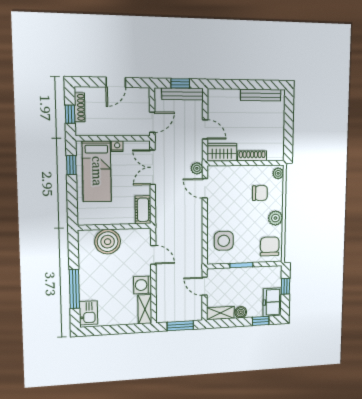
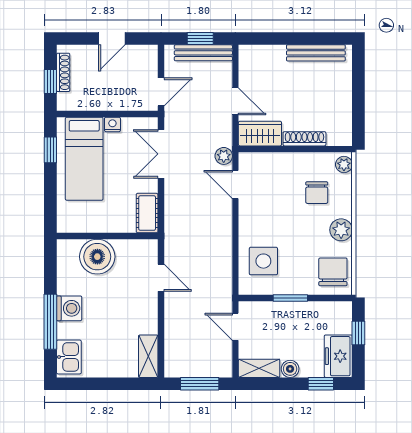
chair: (260, 193) -> (317, 193), turned 90
washing machine: (143, 285) -> (69, 308), moved, turned 180

